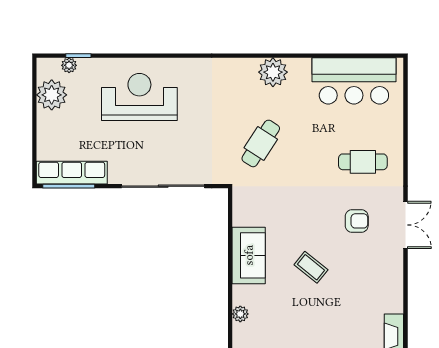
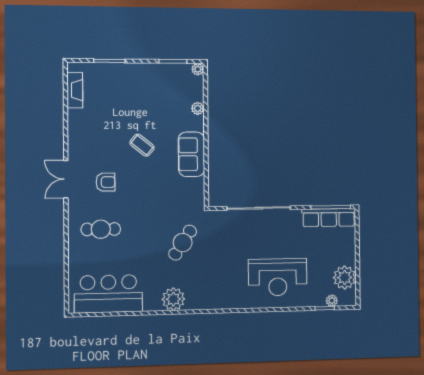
armchair: (357, 221) -> (106, 182), turned 180

